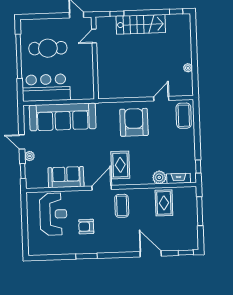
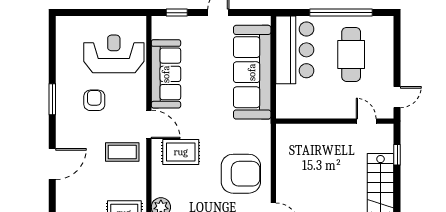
plant: (30, 156) -> (198, 23), removed
sofa: (66, 177) -> (166, 74), width x1.36
reception desk: (53, 214) -> (114, 54), turned 180
door: (151, 254) -> (52, 164), moved

